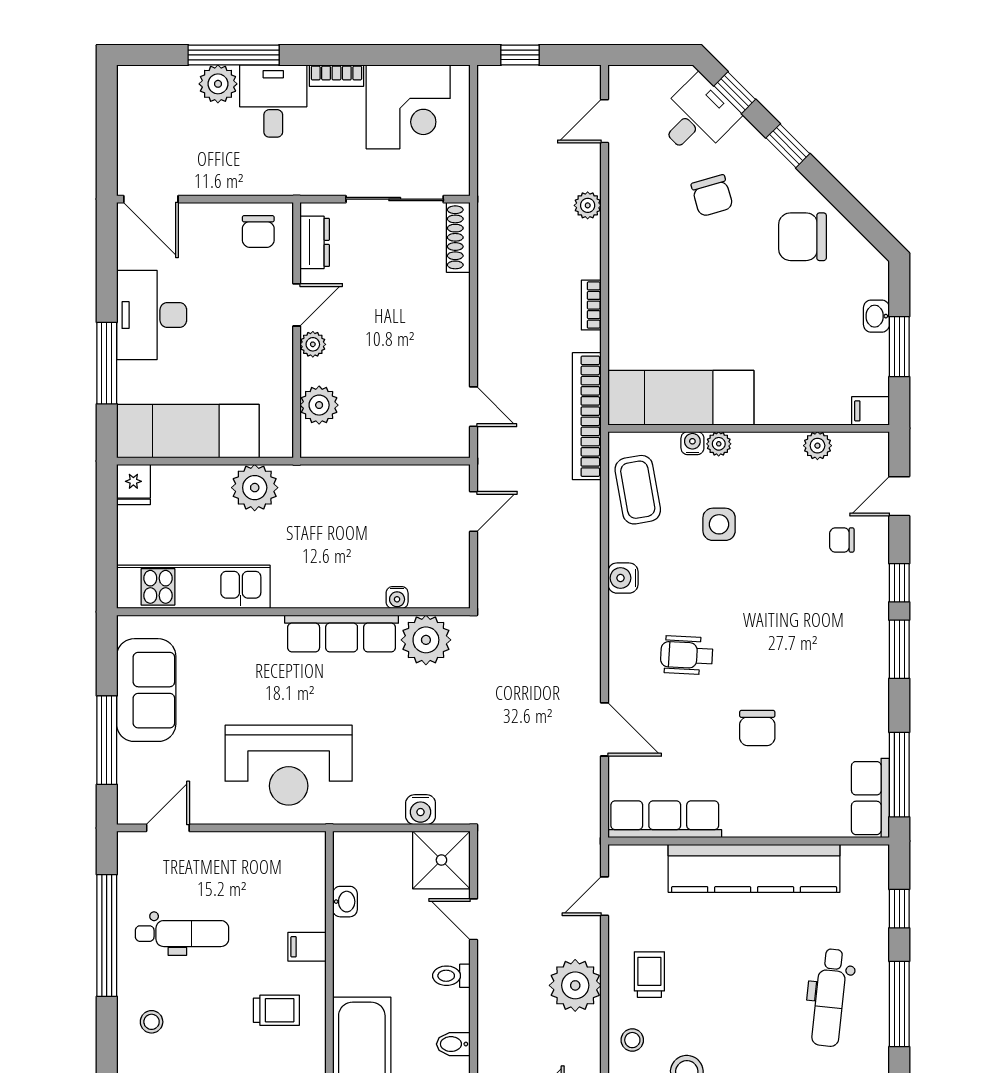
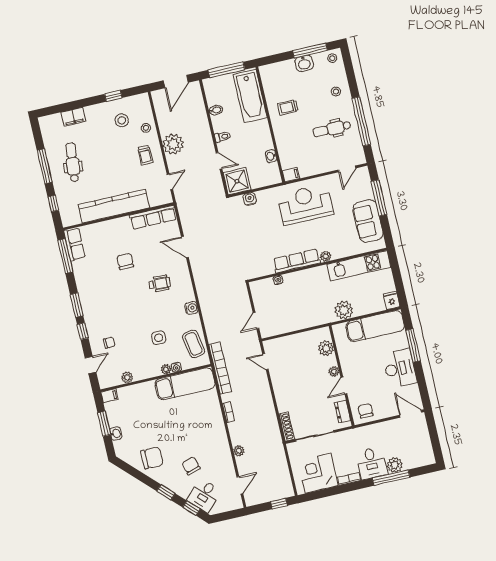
plant: (426, 640) -> (326, 256), moved, width x0.53, depth x0.53
filing cabinet: (307, 947) -> (291, 175), moved

